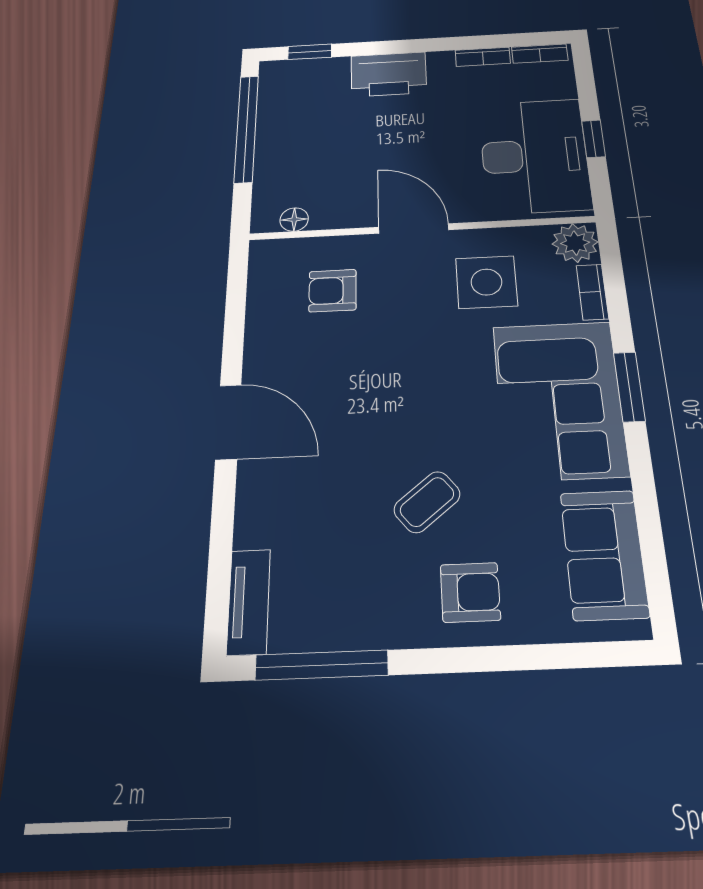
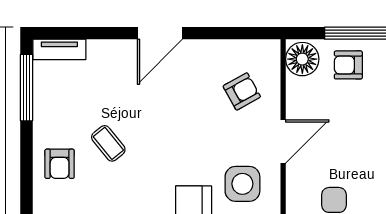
armchair: (293, 151) -> (348, 65), added
floor lamp: (294, 219) -> (302, 59), width x1.89, depth x1.89
armchair: (333, 291) -> (242, 91), turned 61

